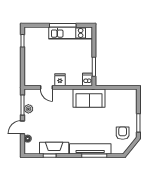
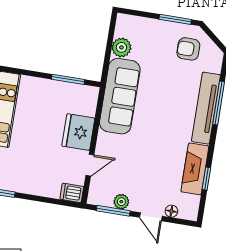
fridge: (60, 80) -> (78, 132), width x1.88, depth x1.34
dishwasher: (87, 80) -> (72, 193), moved
plant: (117, 95) -> (121, 47), added
sofa: (89, 98) -> (120, 96), width x1.36

